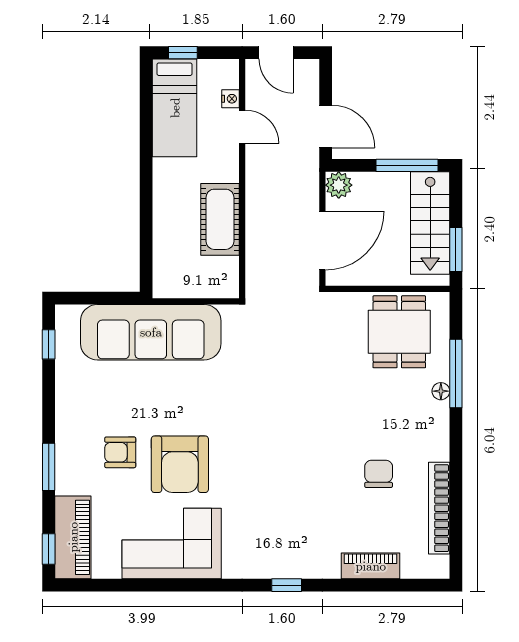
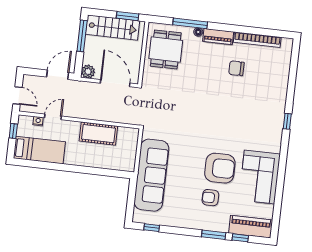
window: (183, 53) -> (13, 131), moved
door: (276, 53) -> (17, 95), hinge flipped
dining table: (399, 332) -> (166, 50), turned 90
armchair: (120, 452) -> (210, 198), turned 90
window: (49, 549) -> (240, 238), moved
piano: (371, 566) -> (218, 36), moved, turned -90

